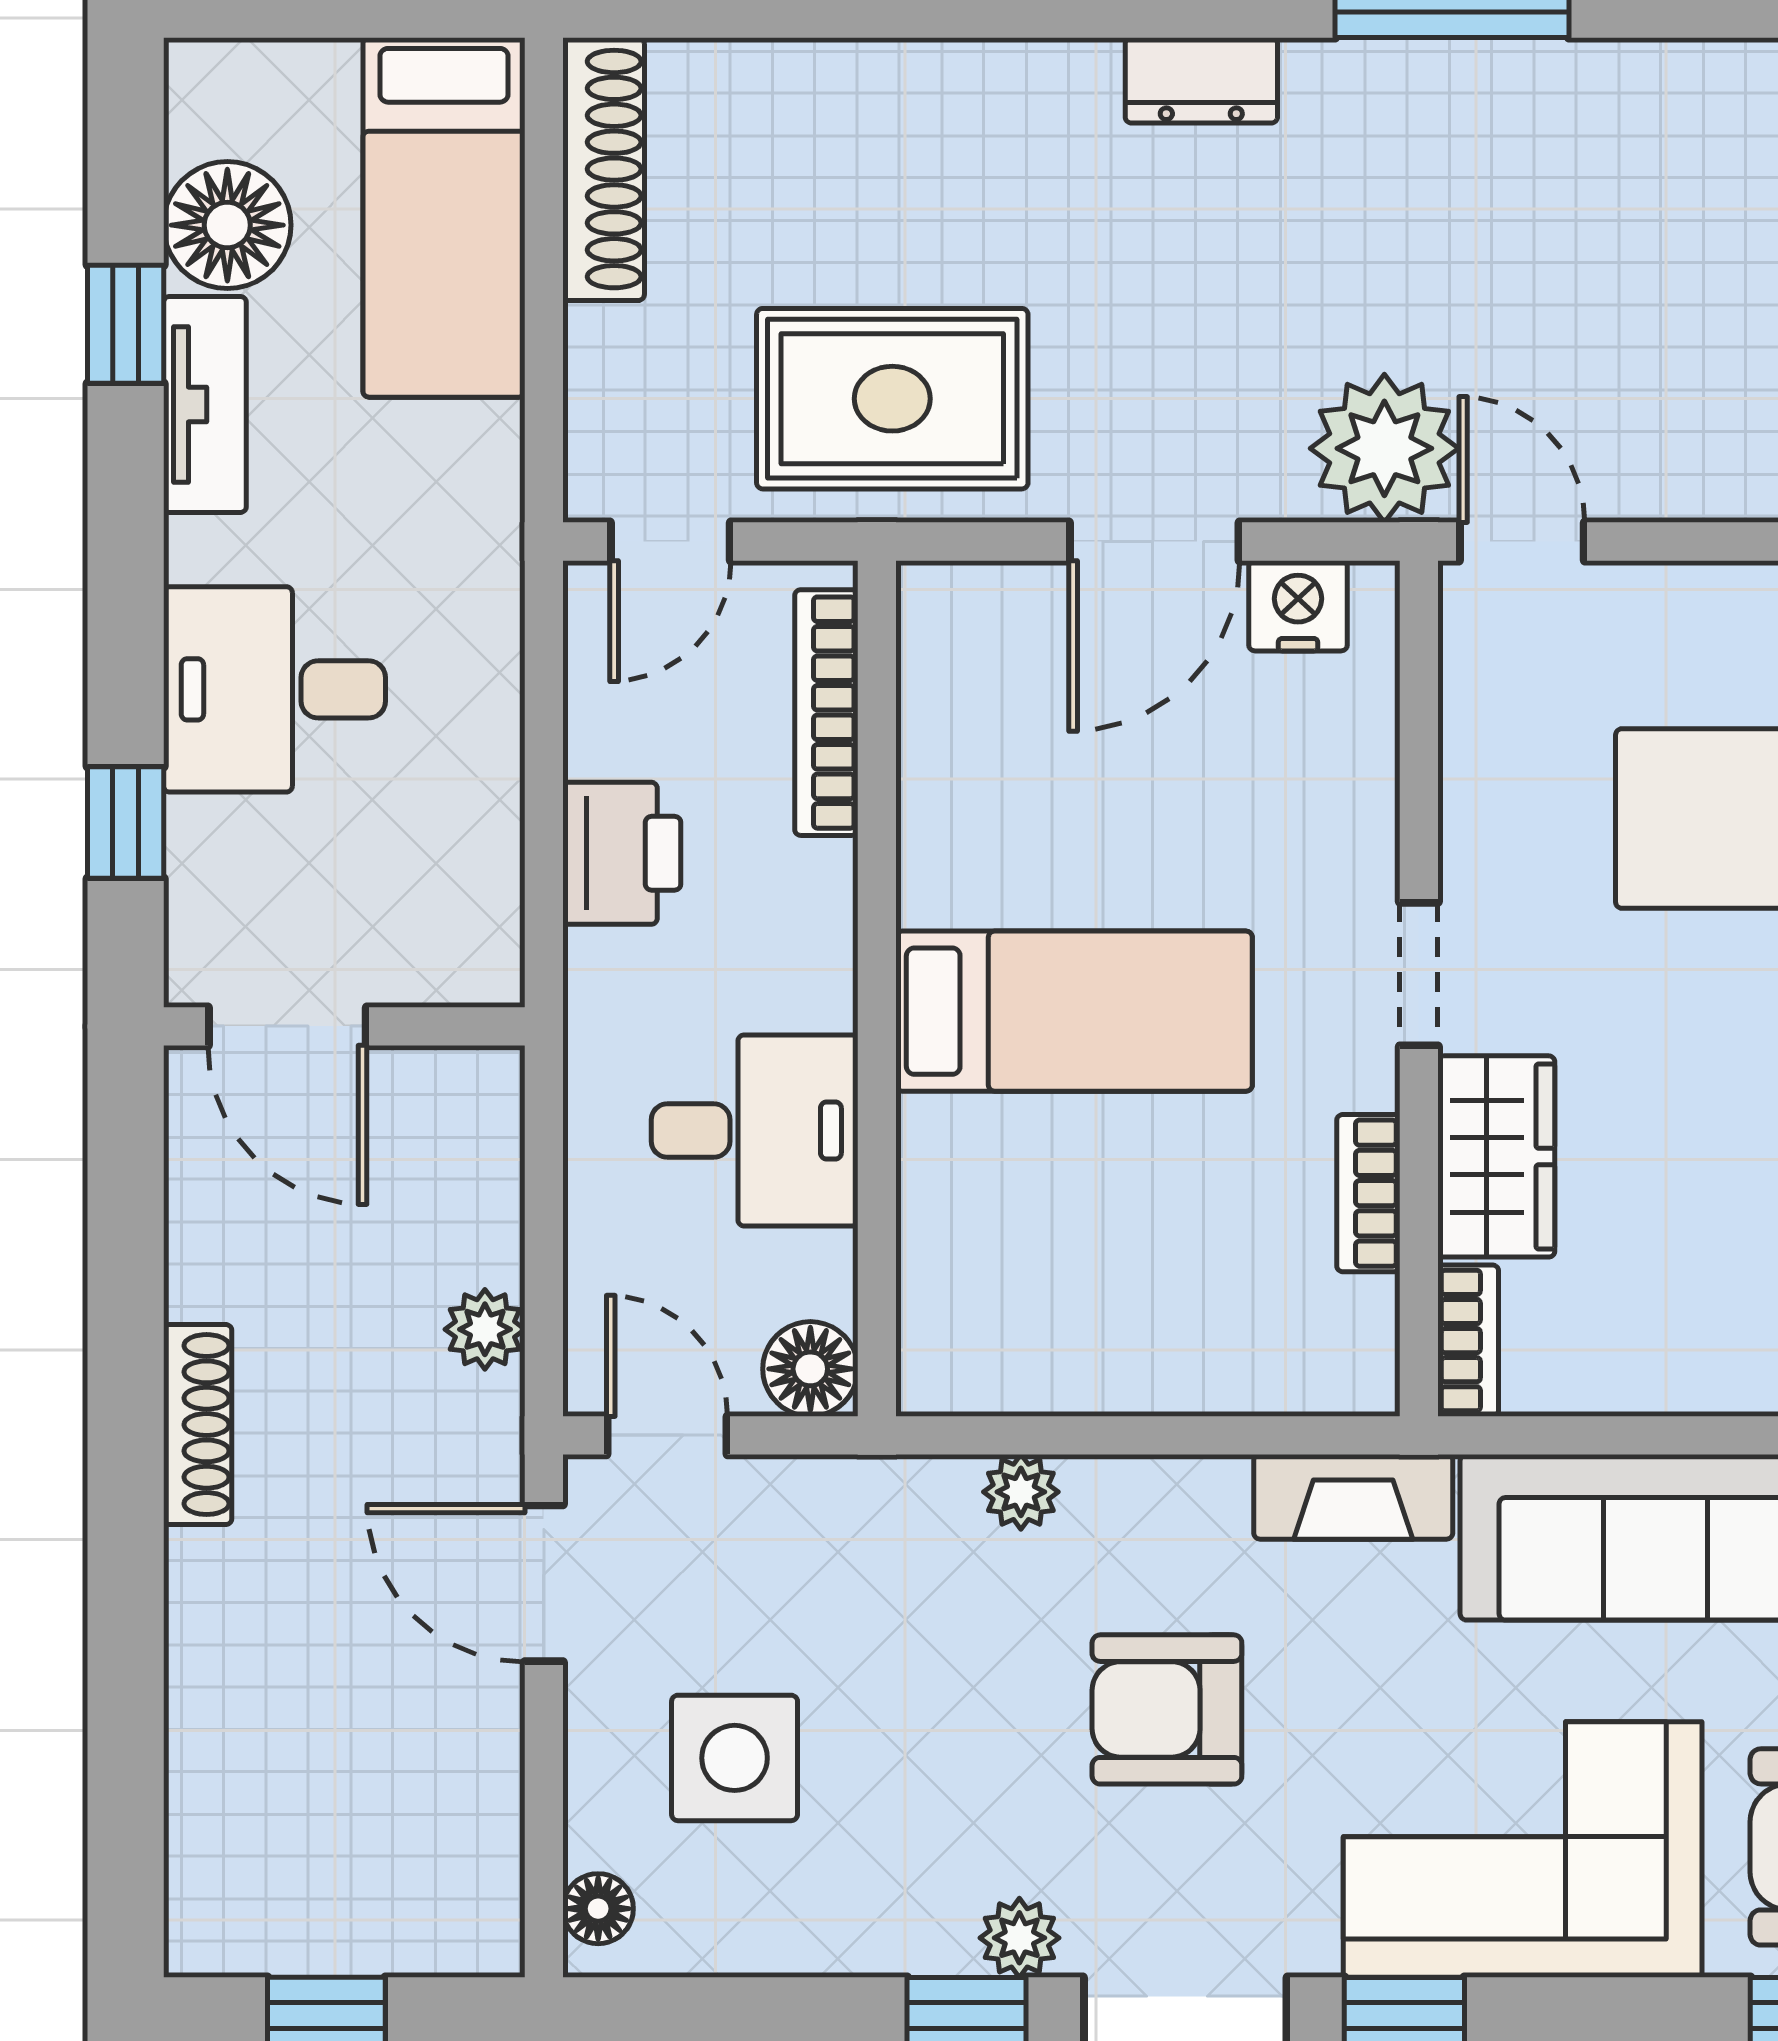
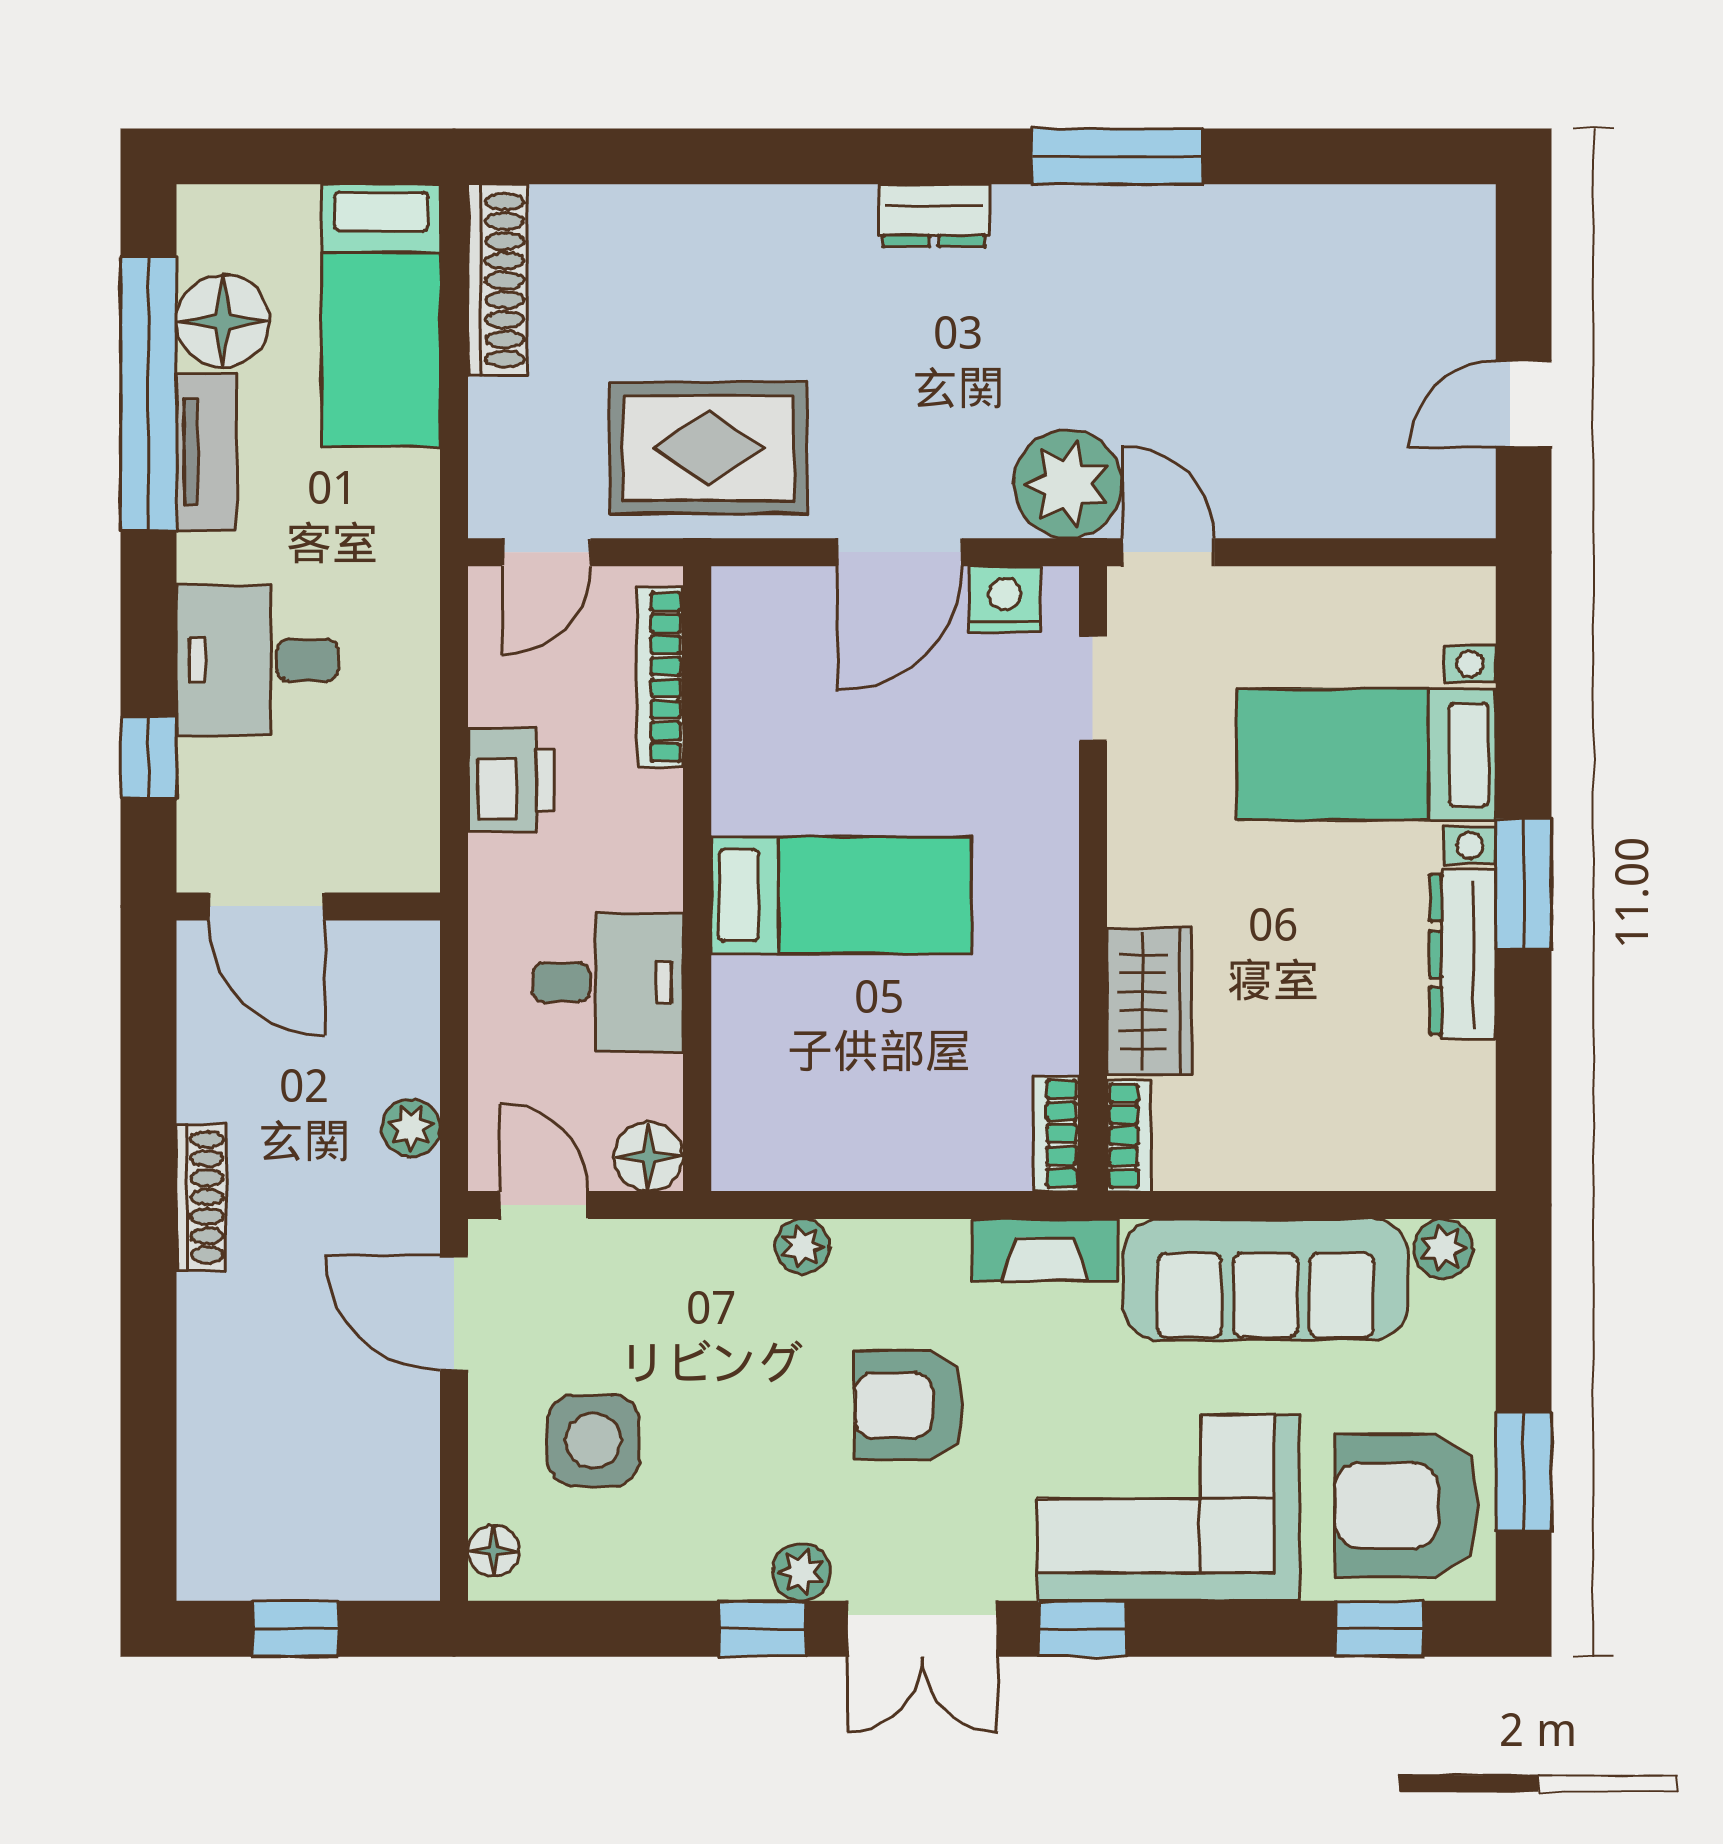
window: (126, 324) -> (148, 394), width x3.17
doorway: (1419, 974) -> (1093, 688), moved
bookcase: (1368, 1193) -> (1056, 1134), moved

